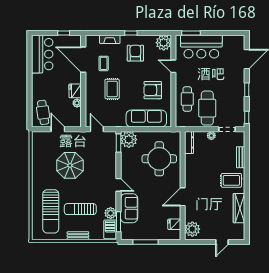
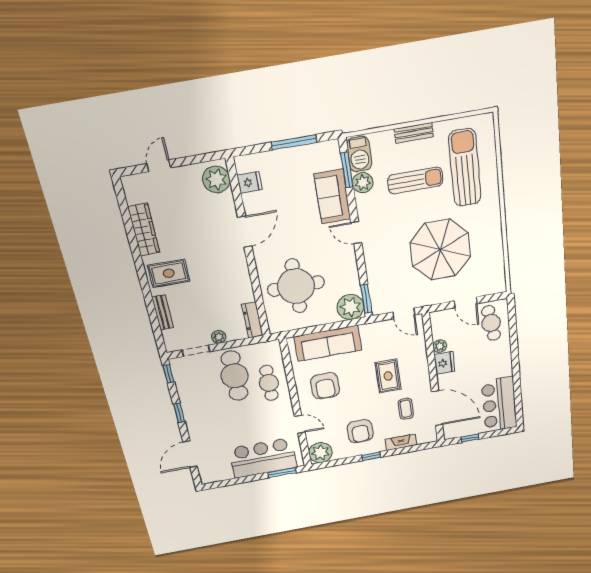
armchair: (153, 90) -> (325, 386), turned 90
parasol: (70, 165) -> (440, 250), width x1.36, depth x1.36

